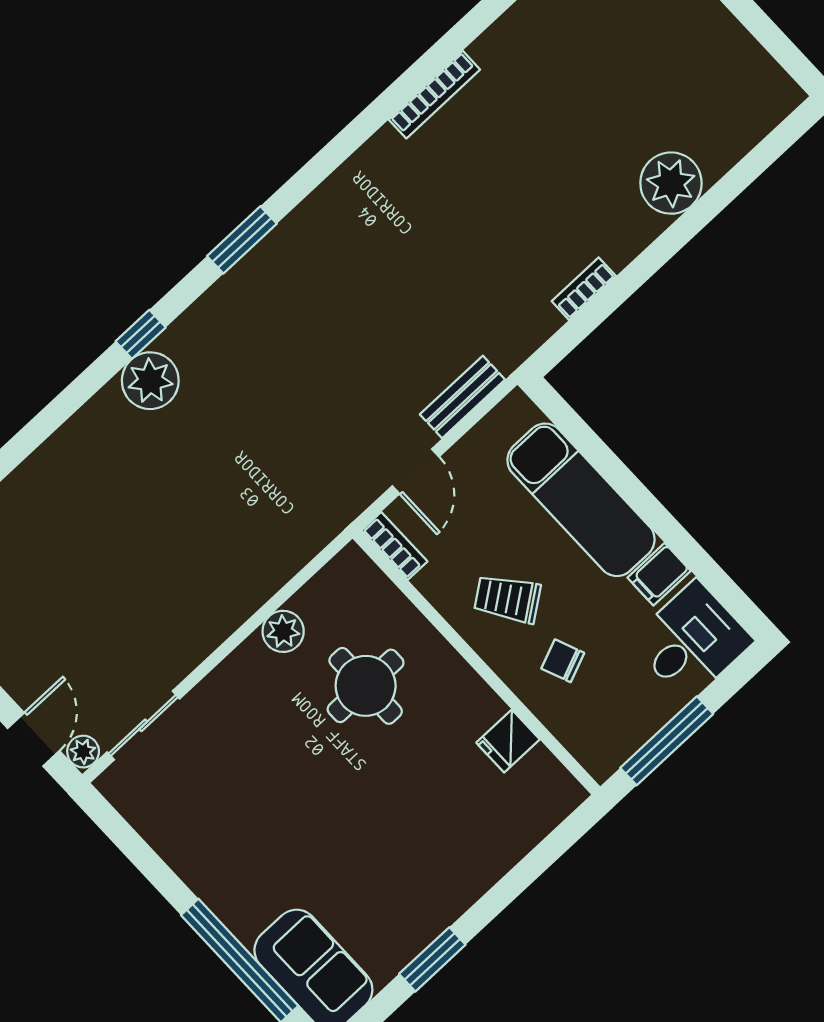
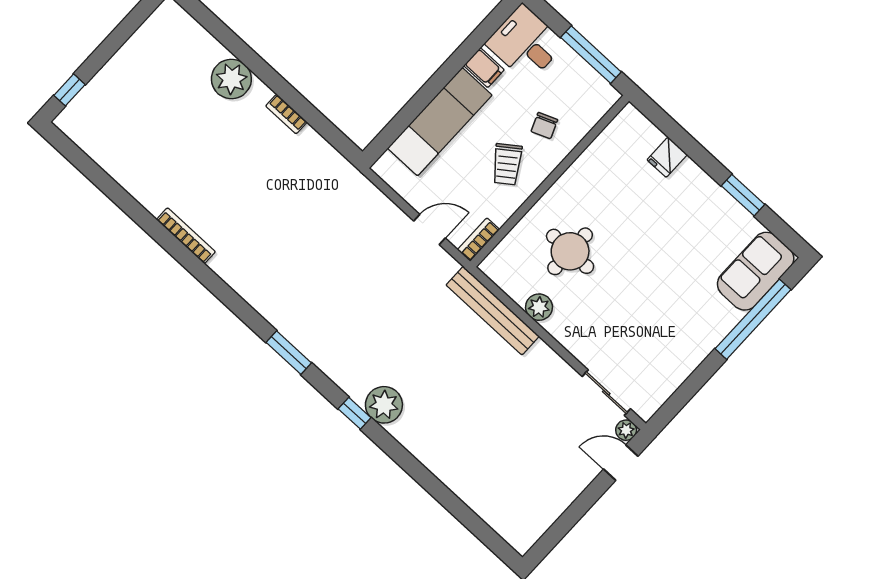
bookcase: (584, 289) -> (286, 114), moved
bench: (462, 397) -> (493, 311), moved, width x1.86, depth x1.21
fridge: (508, 741) -> (667, 157), moved, turned 90

